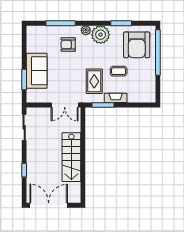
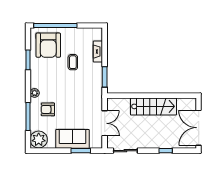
plant: (101, 35) -> (39, 139), moved
armchair: (68, 44) -> (48, 109), turned 90
armchair: (137, 45) -> (48, 45), turned 90
rug: (94, 81) -> (82, 85), removed
fireplace: (116, 98) -> (98, 52), moved
double door: (65, 105) -> (105, 123), moved

